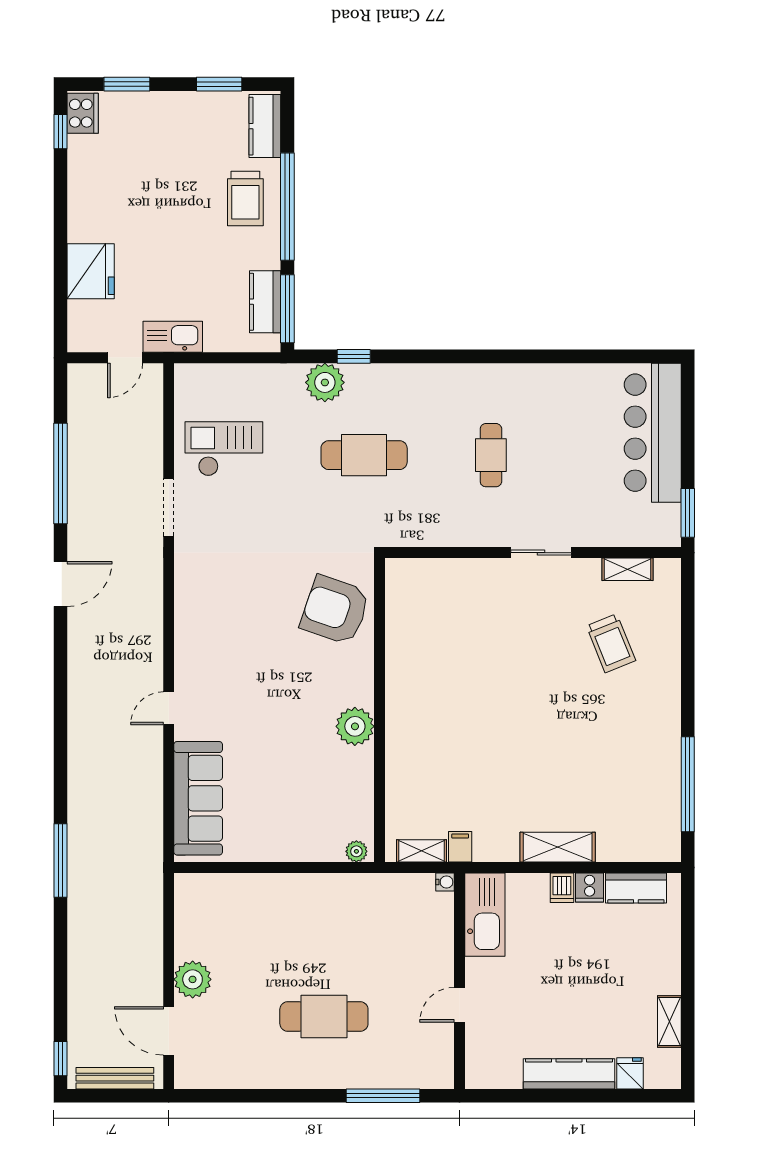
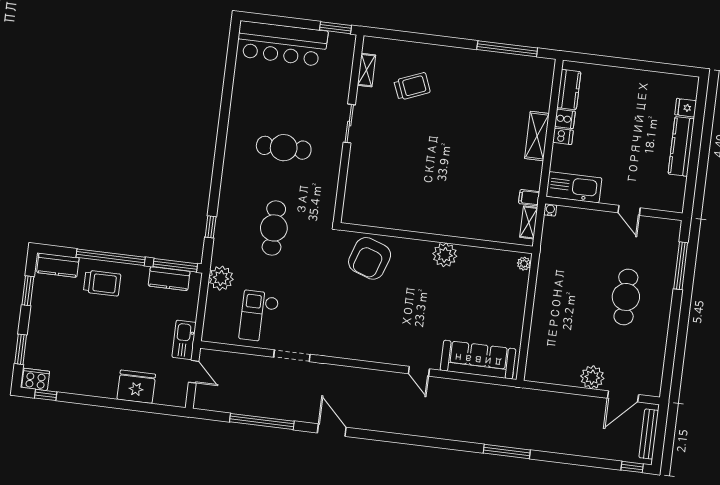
plant: (325, 382) -> (221, 278), moved
cafe table: (491, 455) -> (284, 148), width x1.37, depth x1.35
shelving: (669, 1021) -> (656, 79), removed

